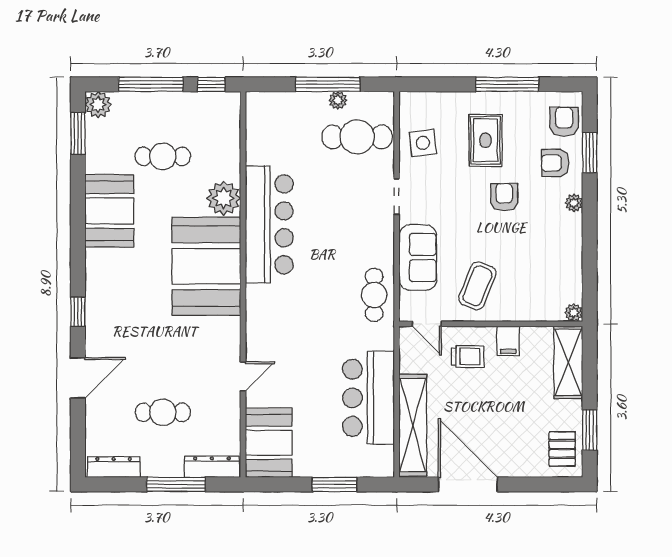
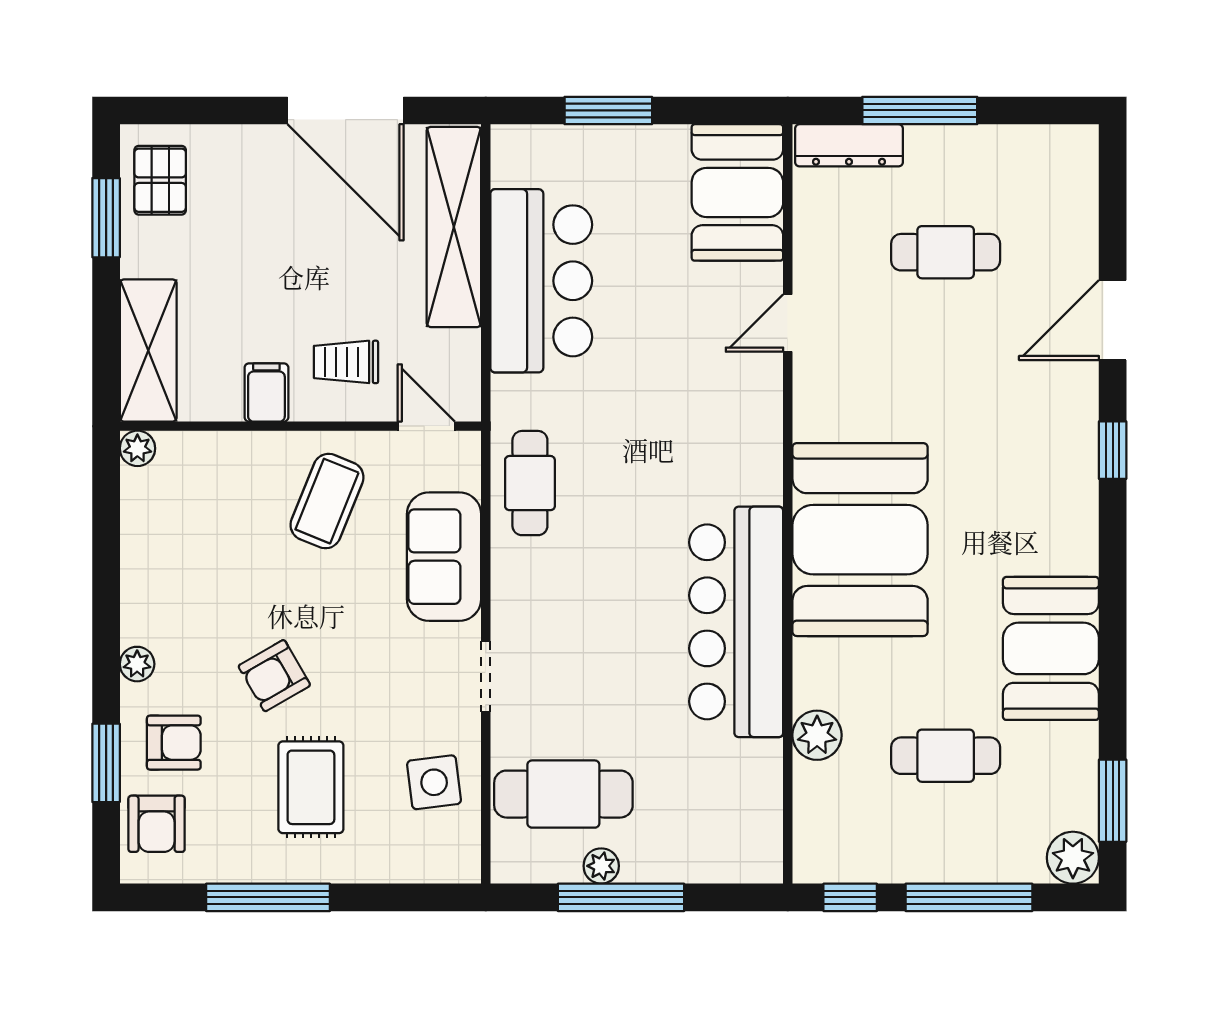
armchair: (504, 197) -> (274, 676), turned 60
plant: (224, 198) -> (817, 735), moved, width x0.73, depth x0.73
dresser: (114, 467) -> (1042, 145), removed

